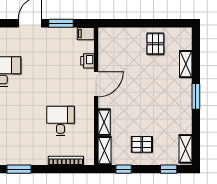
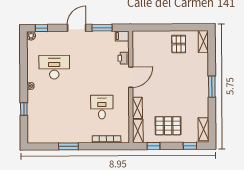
shelving: (186, 64) -> (203, 41), moved
pallet: (142, 144) -> (168, 126), width x1.50, depth x1.42

